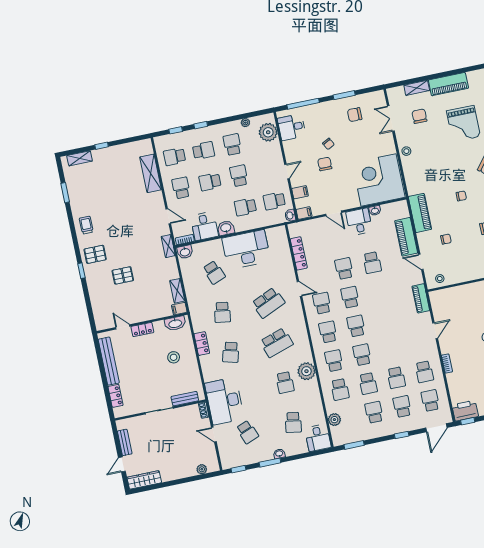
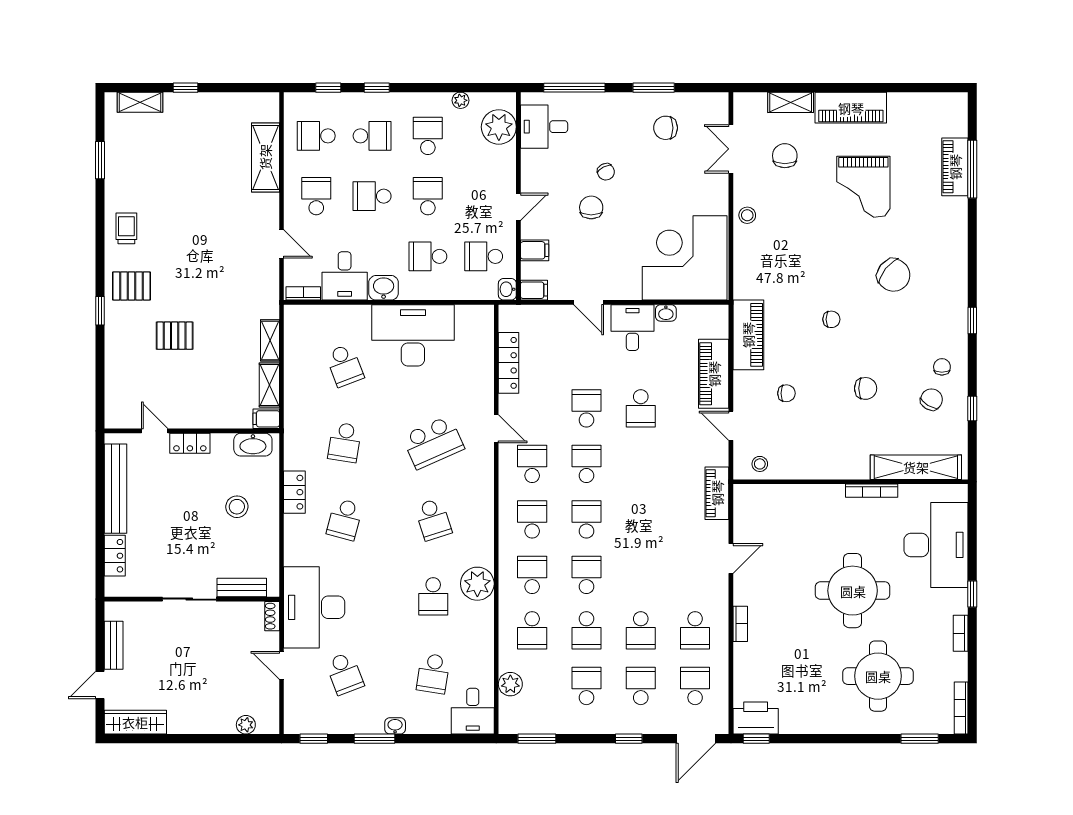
shelving: (168, 246) -> (270, 340), moved
washbasin: (185, 252) -> (299, 316), removed
school desk: (277, 343) -> (433, 519), width x0.54

